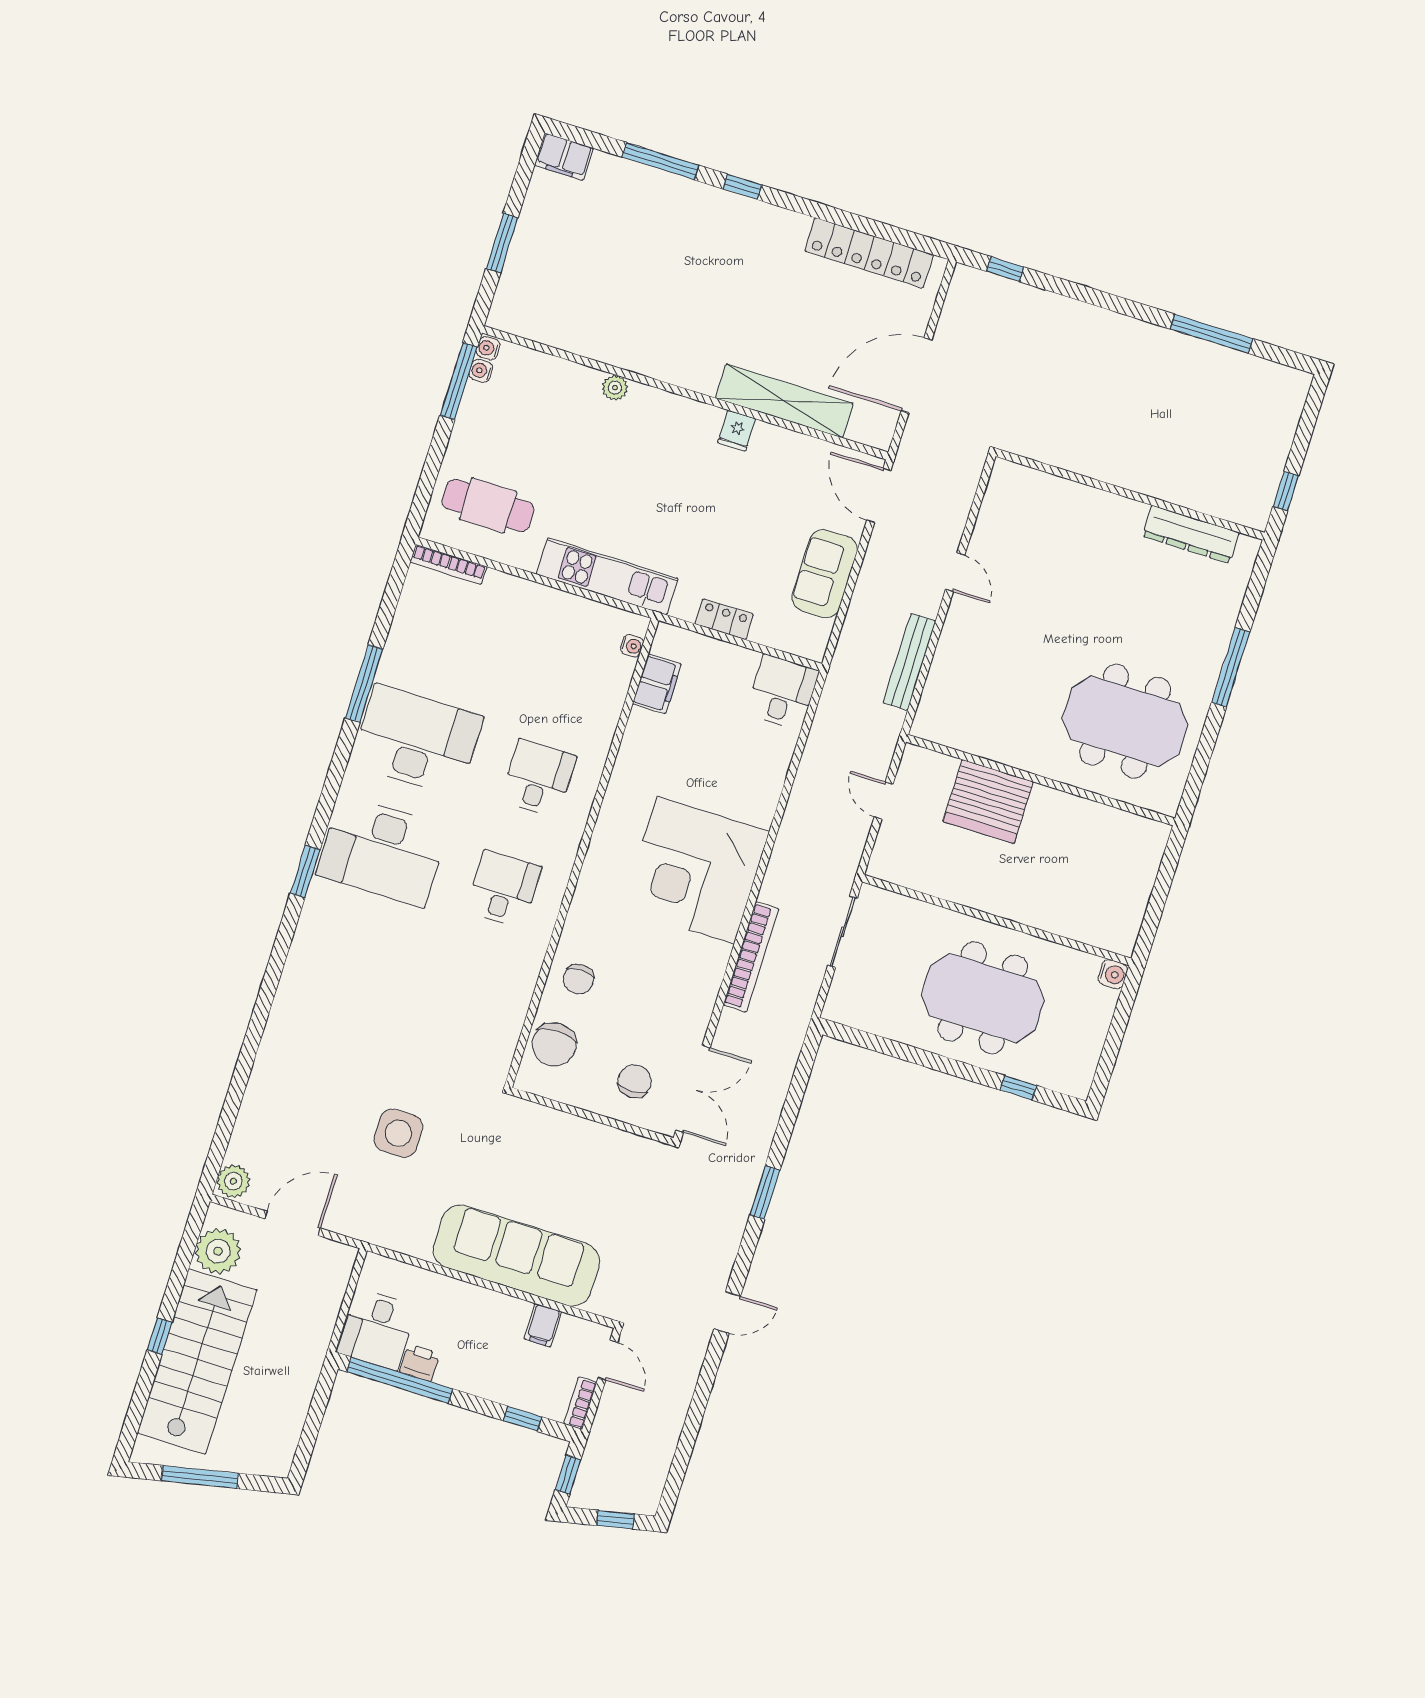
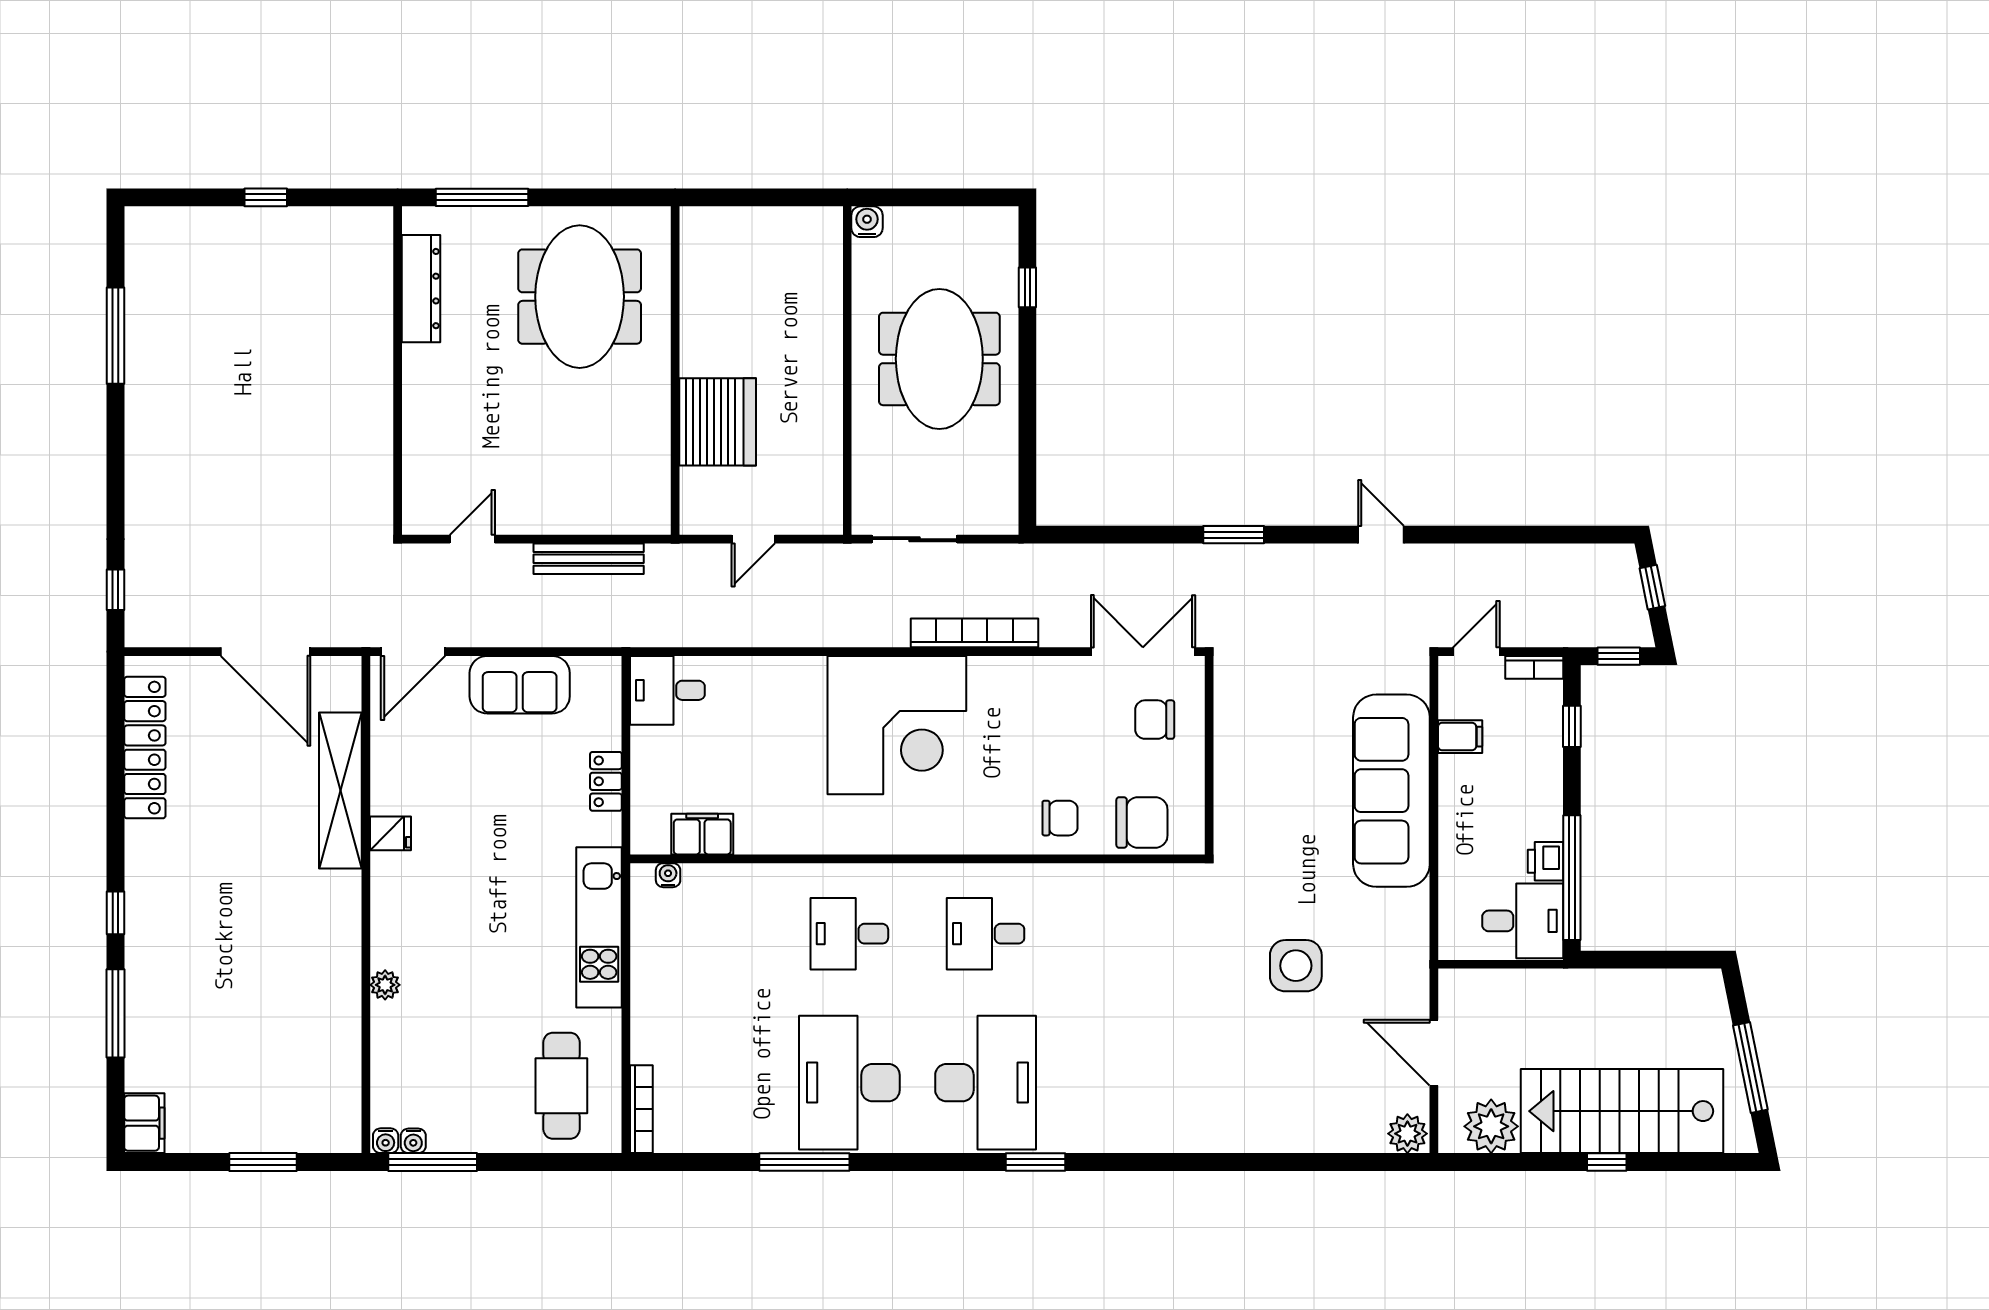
wall: (1130, 494) -> (398, 371), moved
dresser: (1191, 534) -> (421, 289), moved

